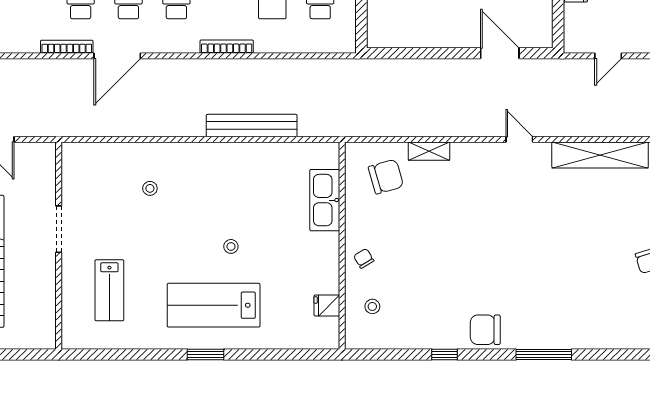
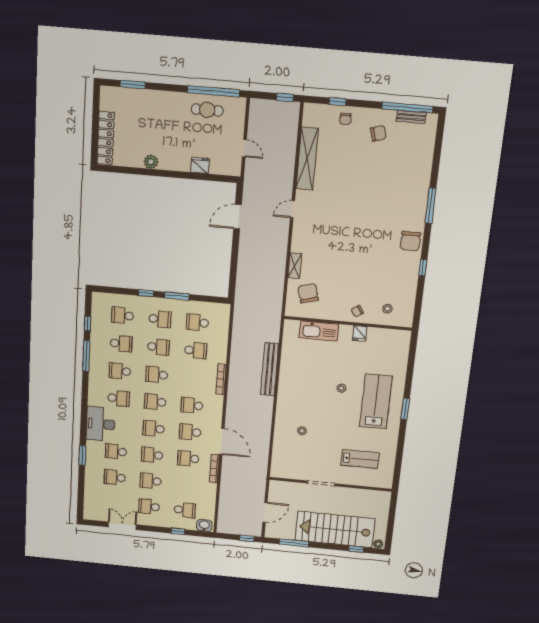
lab bench: (214, 305) -> (376, 401), turned 180
fridge: (327, 306) -> (360, 333), moved

